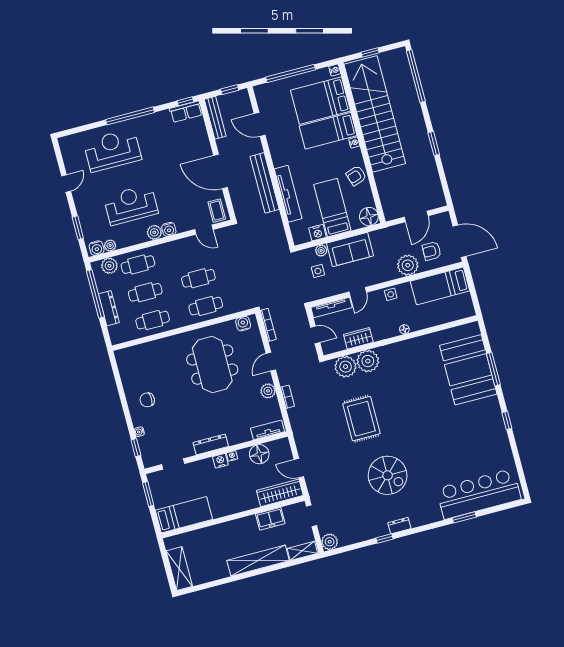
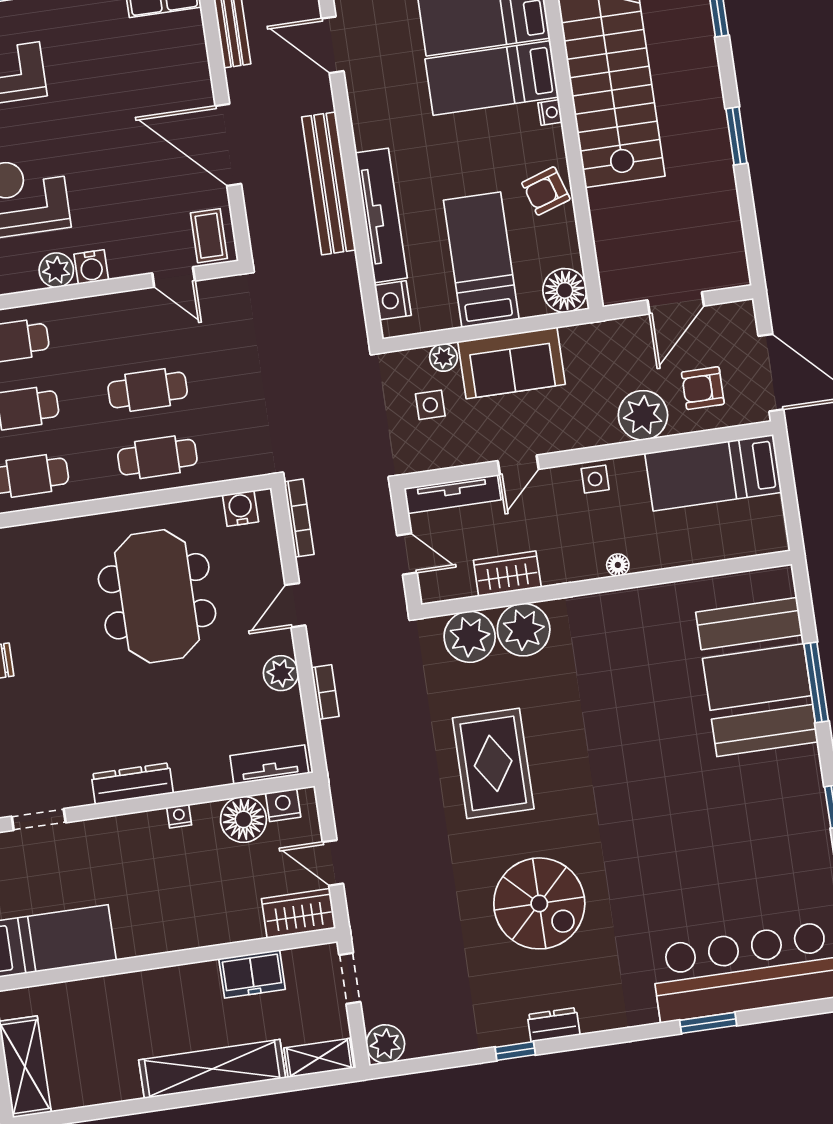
nightstand: (318, 233) -> (393, 300), moved, turned 90
nightstand: (220, 461) -> (283, 805), moved
wardrobe: (280, 493) -> (299, 913), width x0.67

